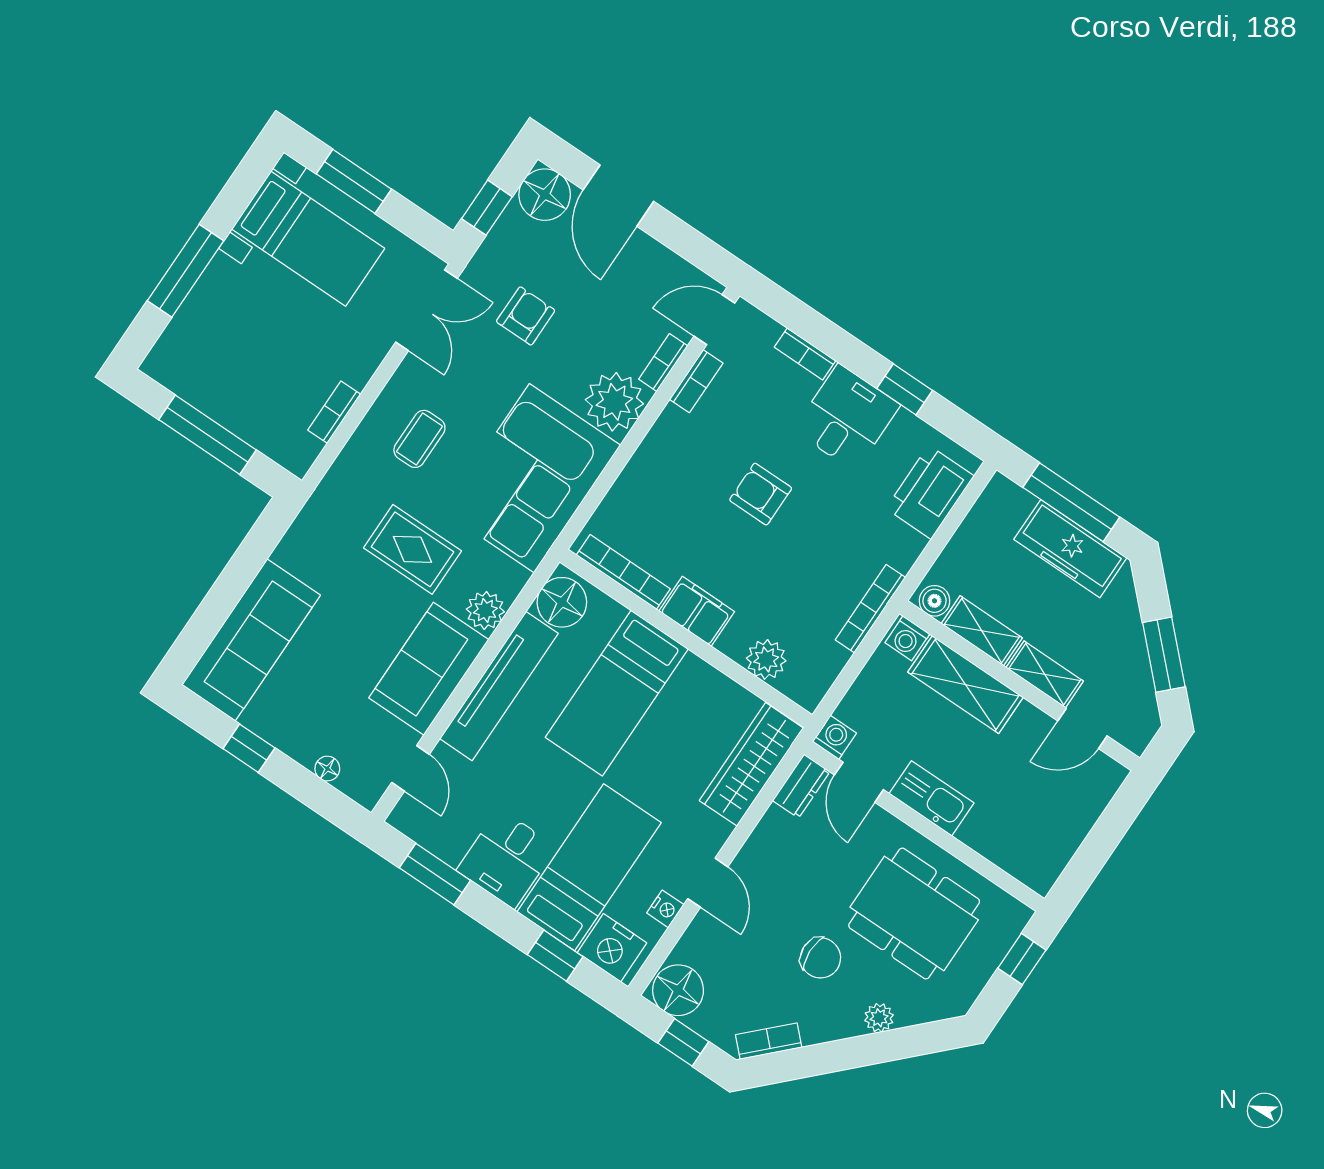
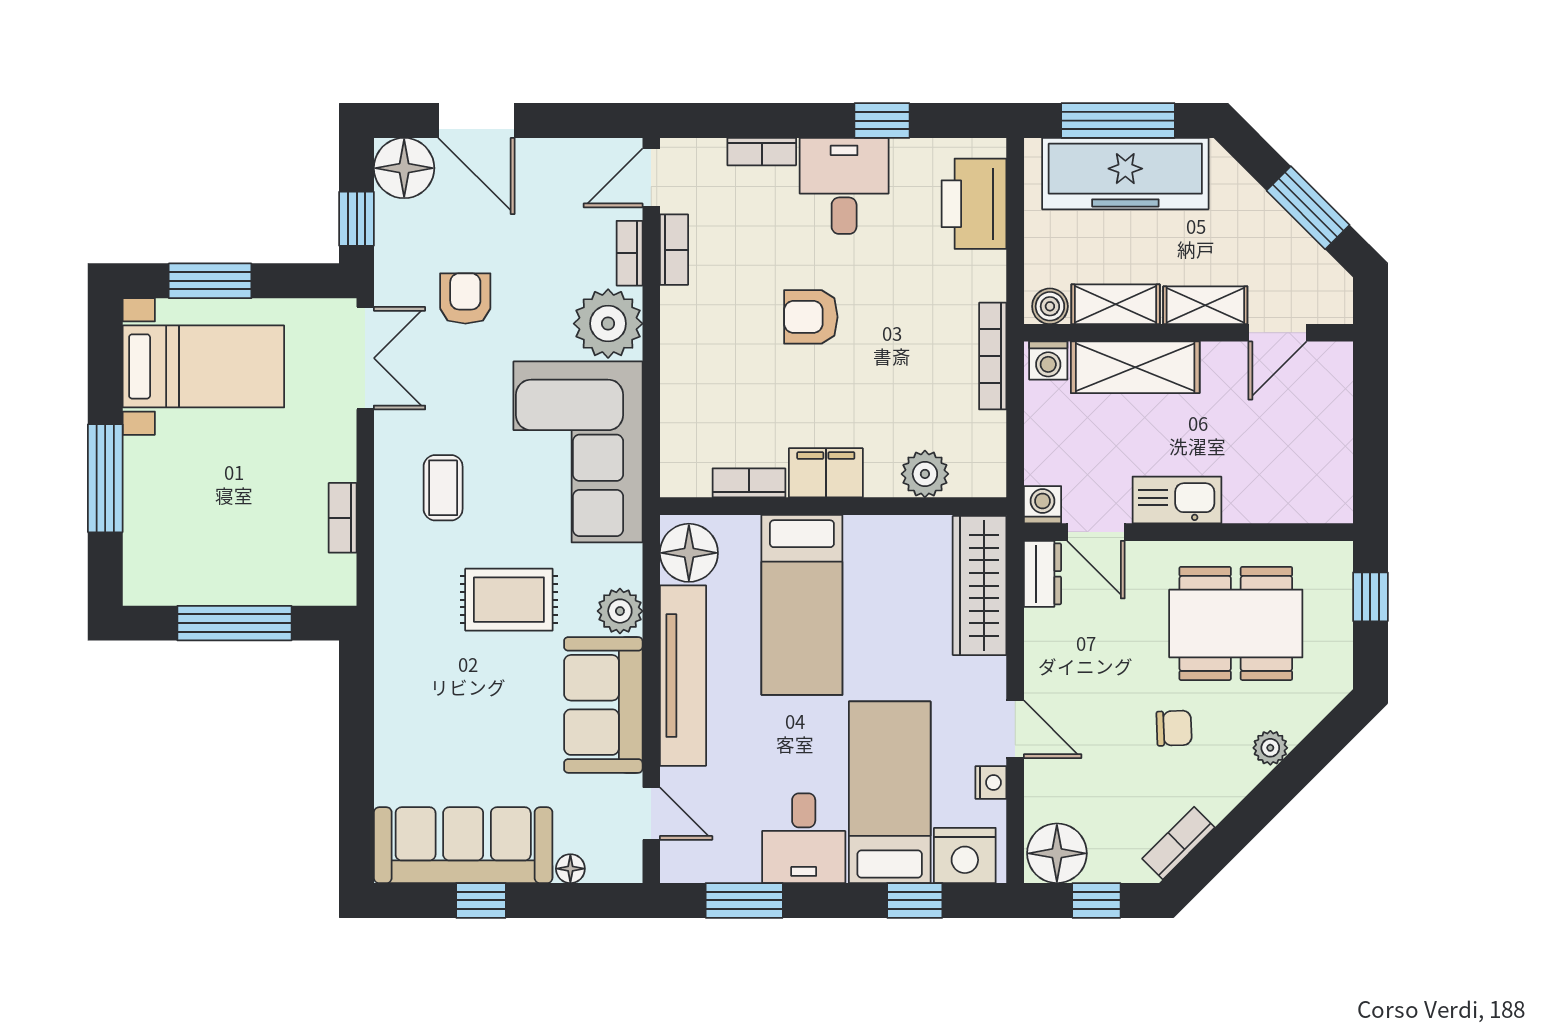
freezer: (1070, 549) -> (1125, 174), width x1.36, depth x1.26
bookcase: (623, 572) -> (749, 483), width x0.64
sofa: (251, 640) -> (463, 845), moved, turned -90
chair: (821, 958) -> (1174, 728), width x0.73, depth x0.73

